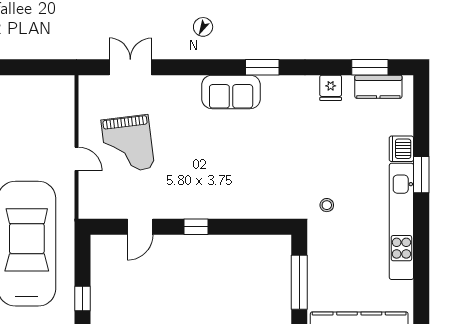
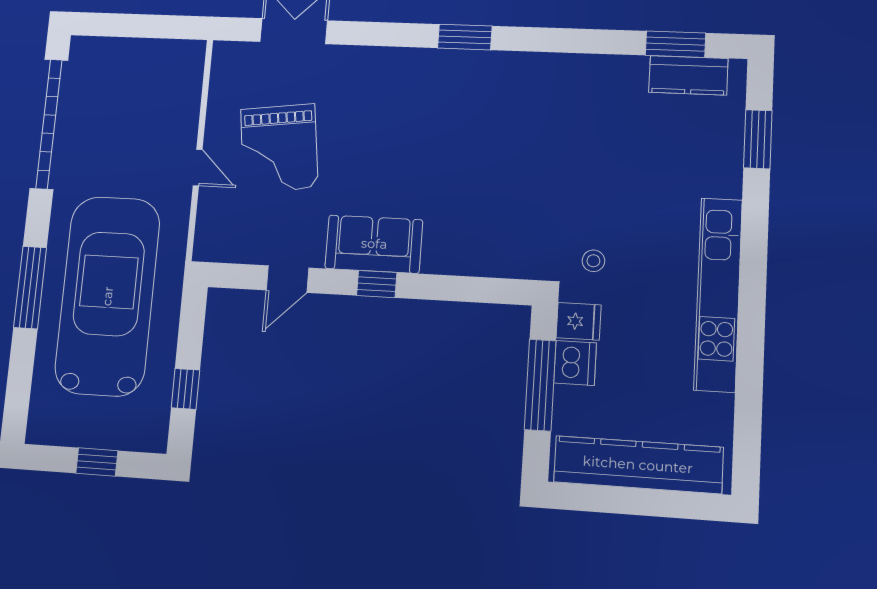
window: (262, 67) -> (465, 37), moved
fridge: (331, 88) -> (579, 321), moved, turned -90
sofa: (231, 92) -> (374, 244), moved, turned 180
dishwasher: (401, 149) -> (575, 363), moved, turned 180
window: (421, 175) -> (758, 139), moved

